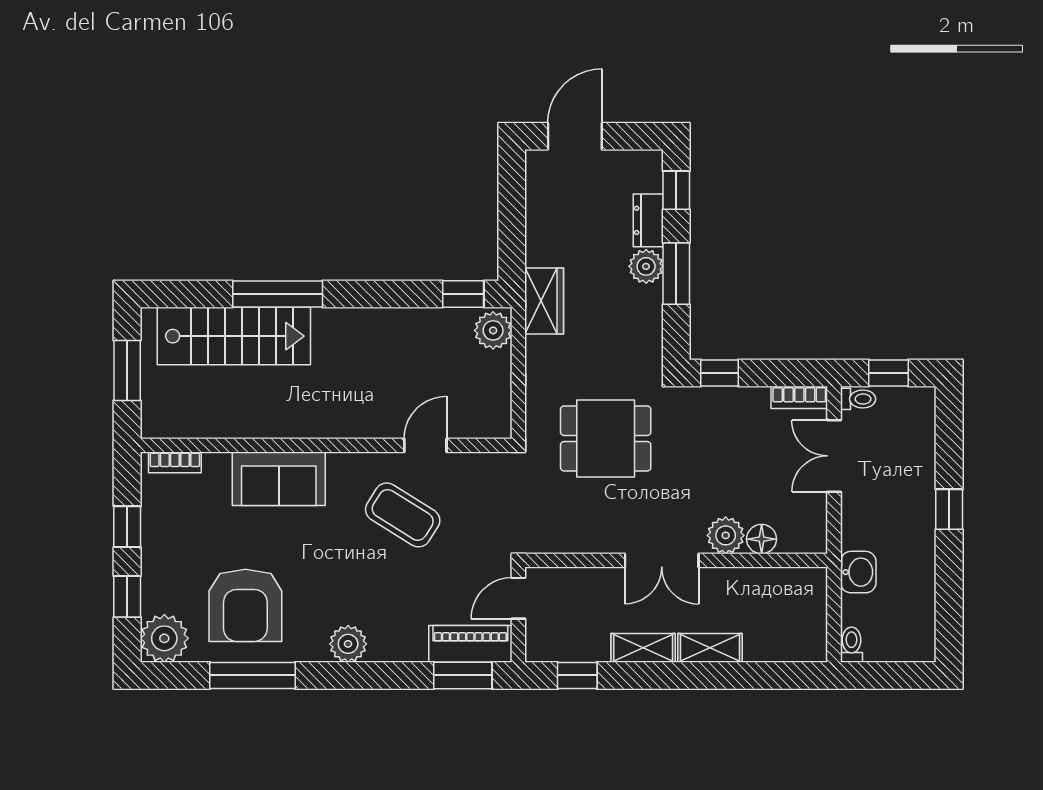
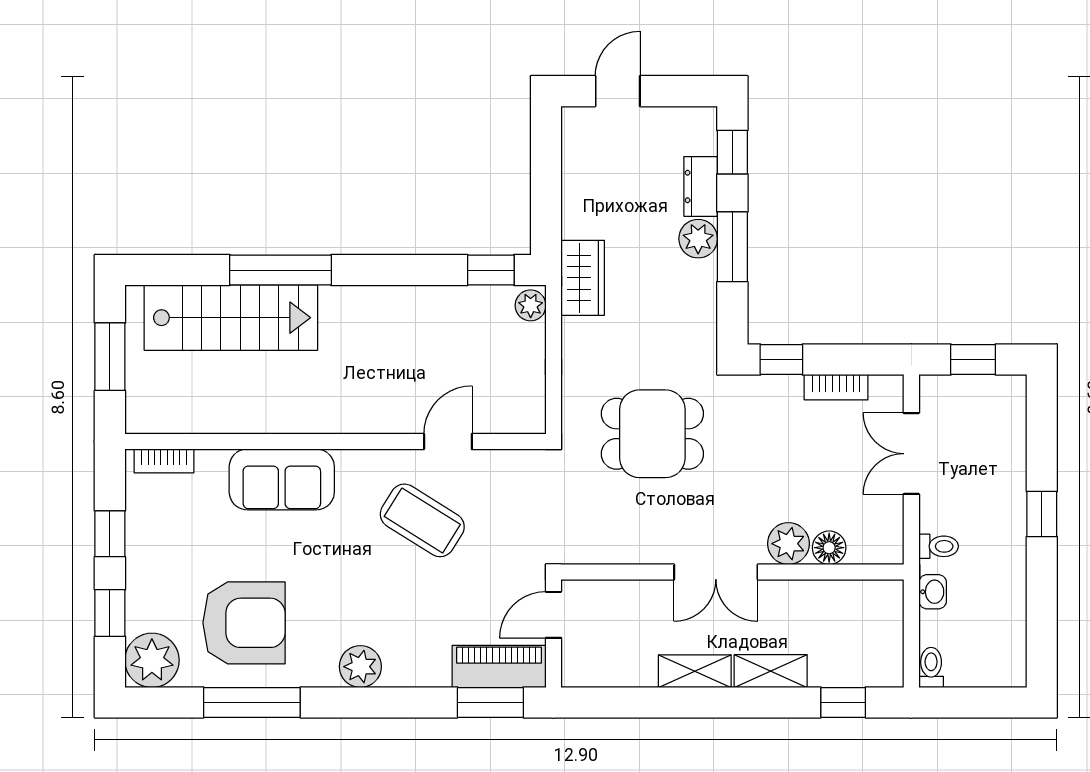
door: (575, 136) -> (618, 91), width x0.73
plant: (493, 330) -> (531, 305), width x0.73, depth x0.73
bookcase: (799, 397) -> (836, 387), moved
toilet: (858, 399) -> (939, 546), moved
washbasin: (858, 572) -> (933, 592), width x0.72, depth x0.69
armchair: (245, 605) -> (244, 623), turned -90
window: (577, 675) -> (843, 702), moved

